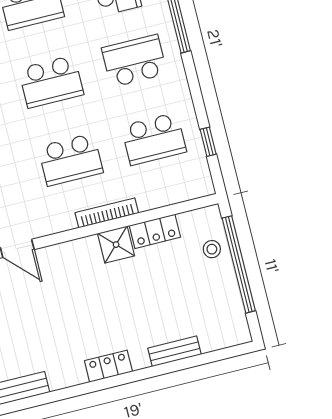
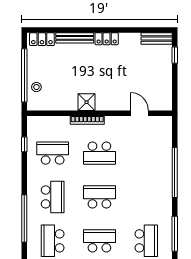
school desk: (134, 61) -> (53, 197), turned -90
school desk: (71, 160) -> (99, 153), turned 180
locker: (155, 231) -> (42, 39), moved, turned 180
bench: (175, 351) -> (75, 38), width x1.36

